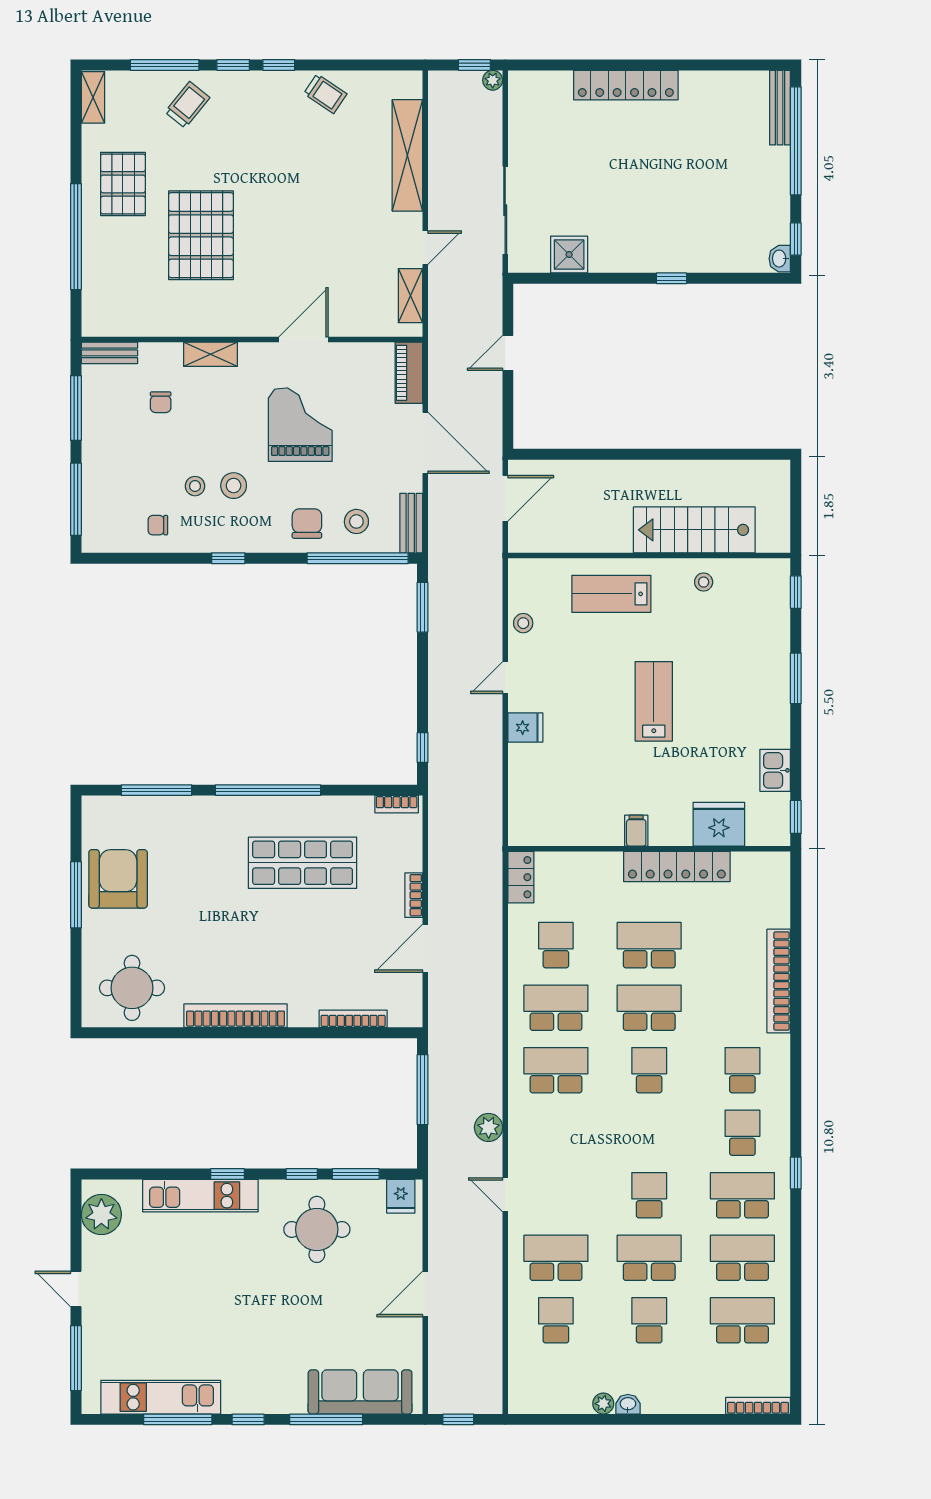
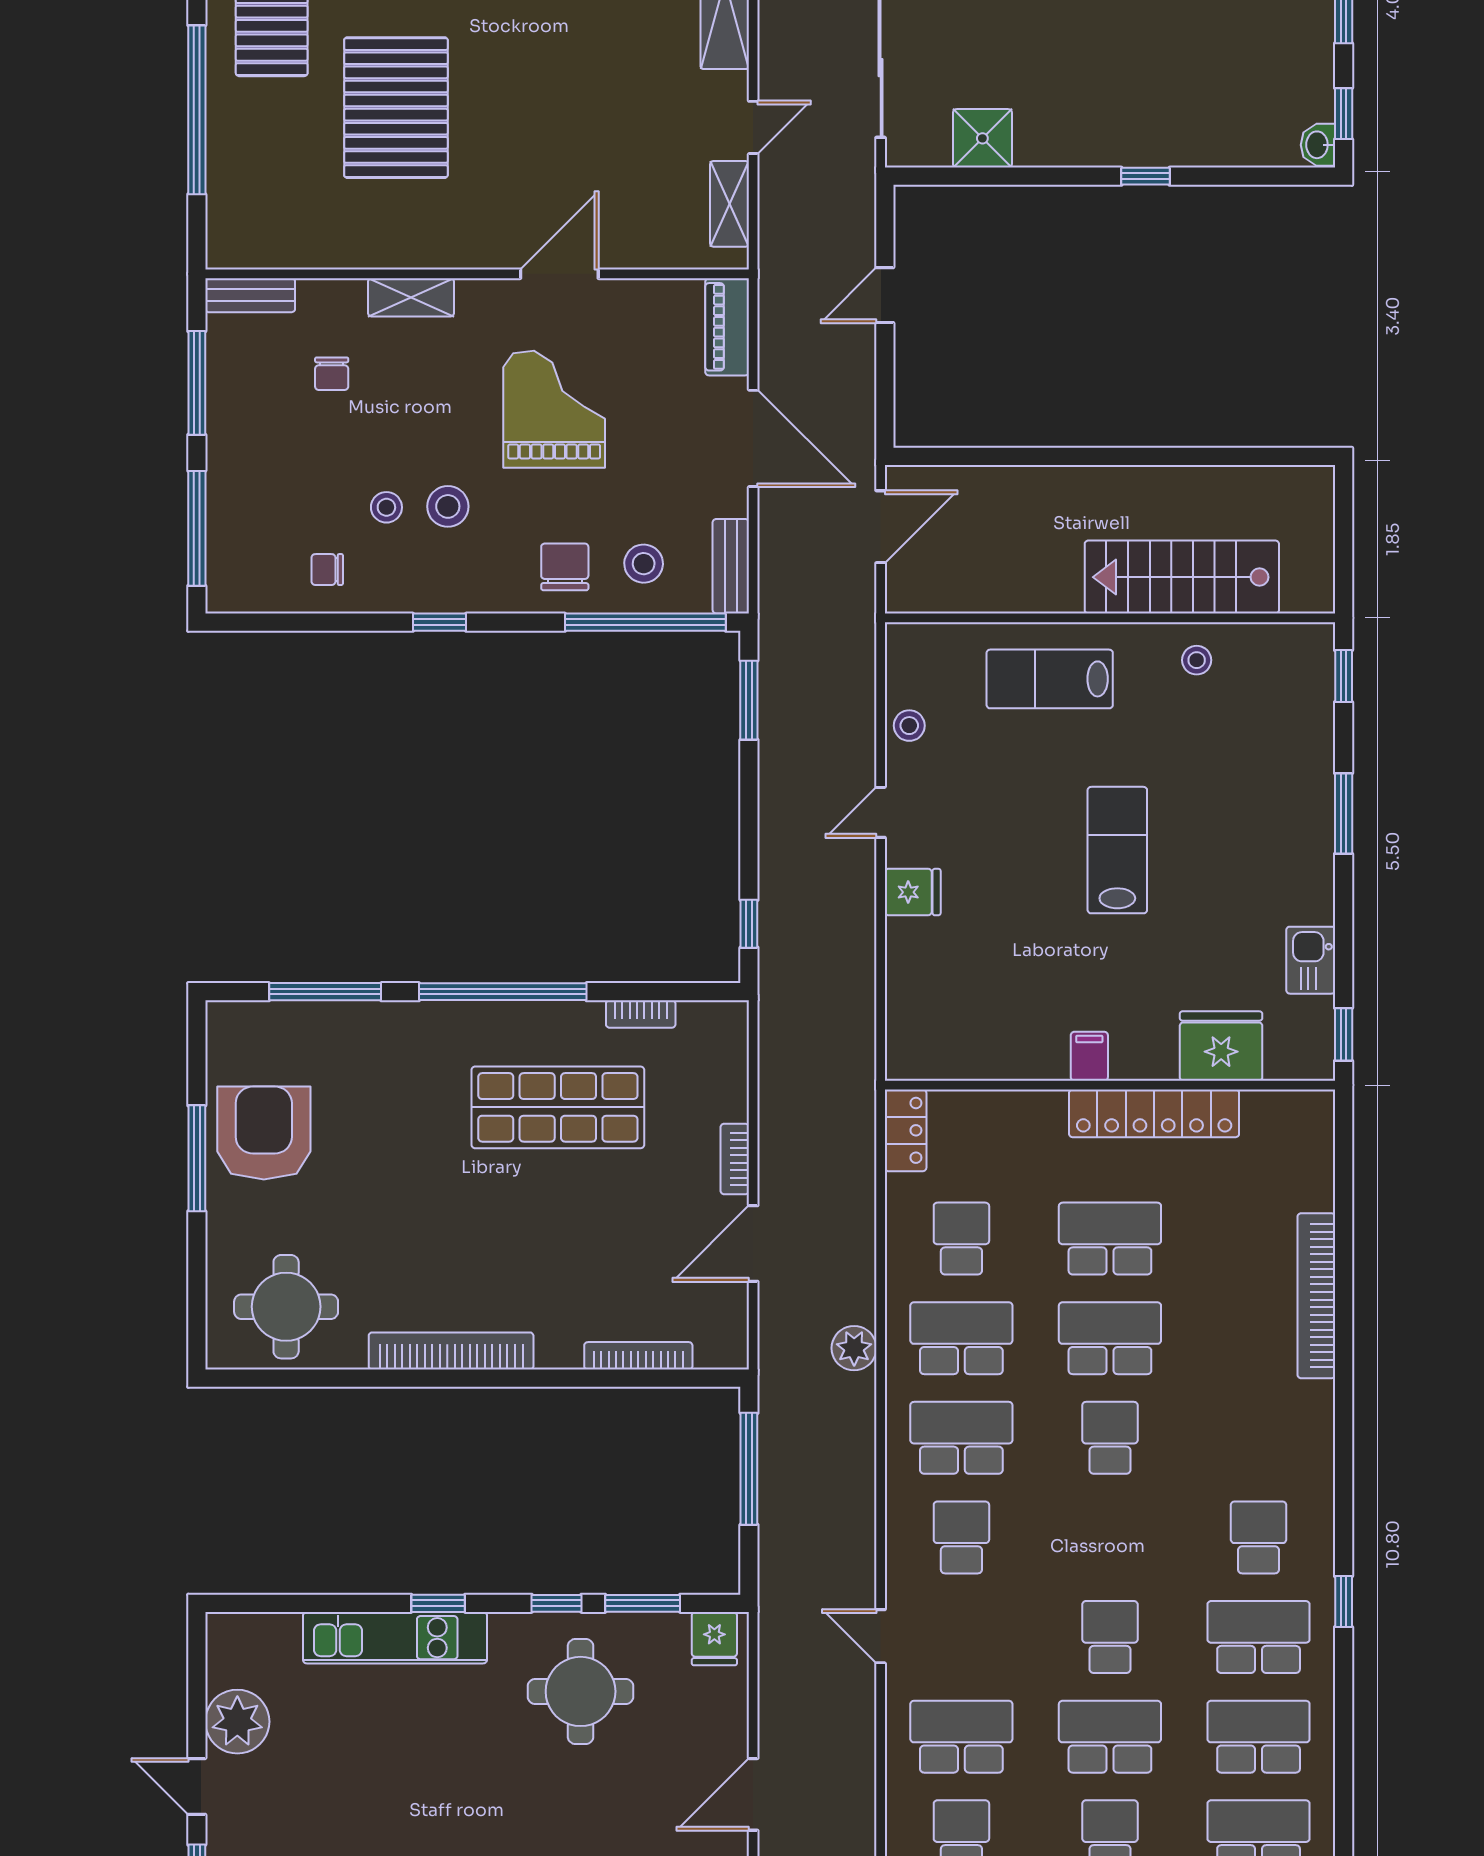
bookcase: (397, 804) -> (641, 1014), moved
school desk: (742, 1070) -> (961, 1537), moved
plant: (489, 1127) -> (854, 1348), moved
plant: (101, 1215) -> (237, 1722), moved

